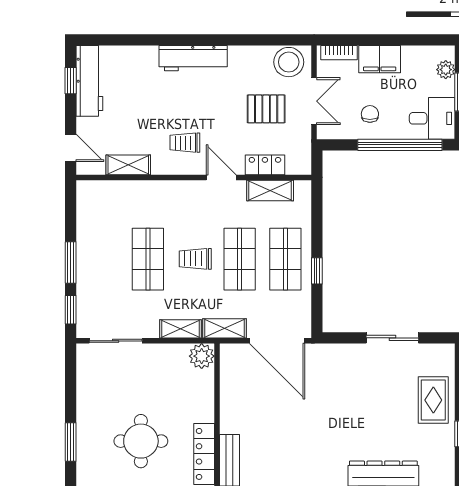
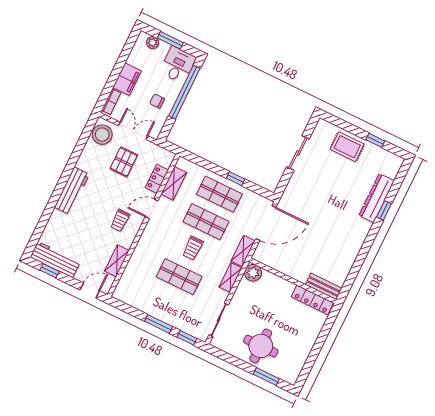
round table: (141, 441) -> (261, 346), moved

